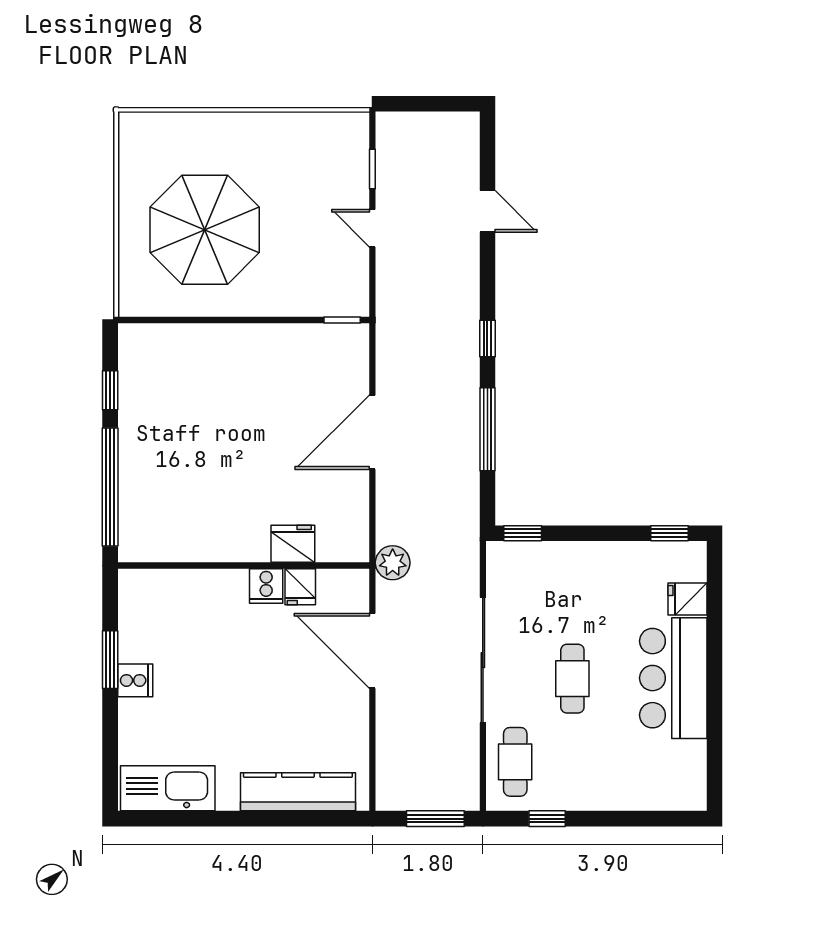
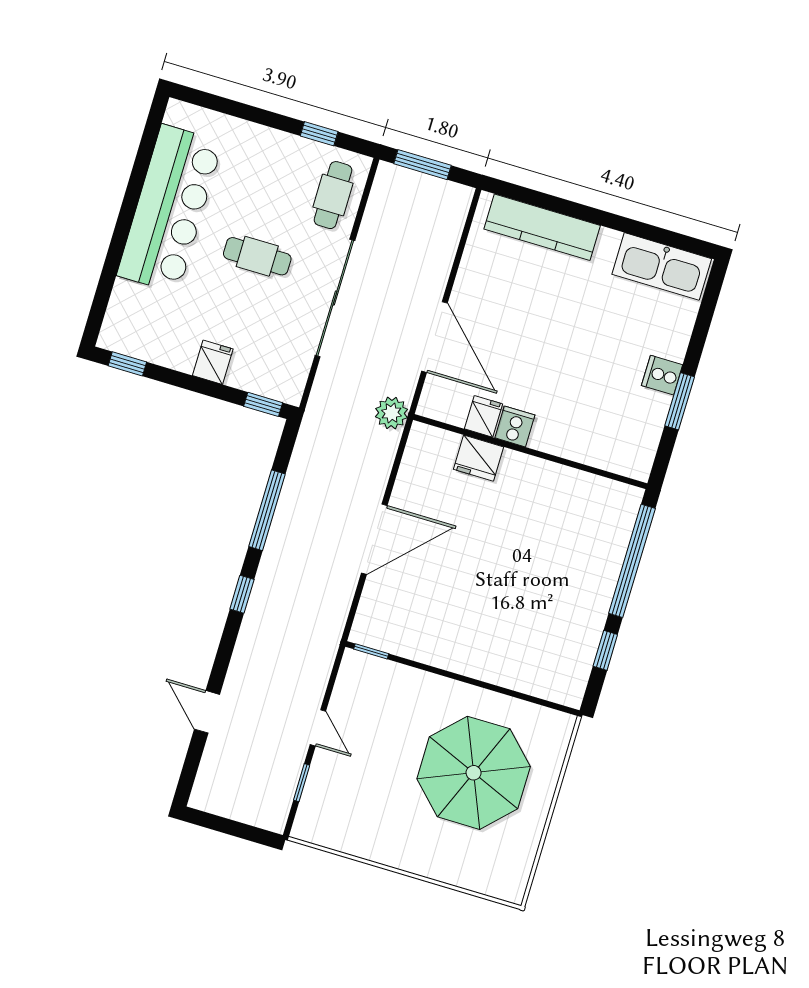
fridge: (688, 599) -> (213, 362), moved, turned -90
bar counter: (673, 678) -> (170, 209), width x1.36
cafe table: (572, 679) -> (257, 256), turned 90

